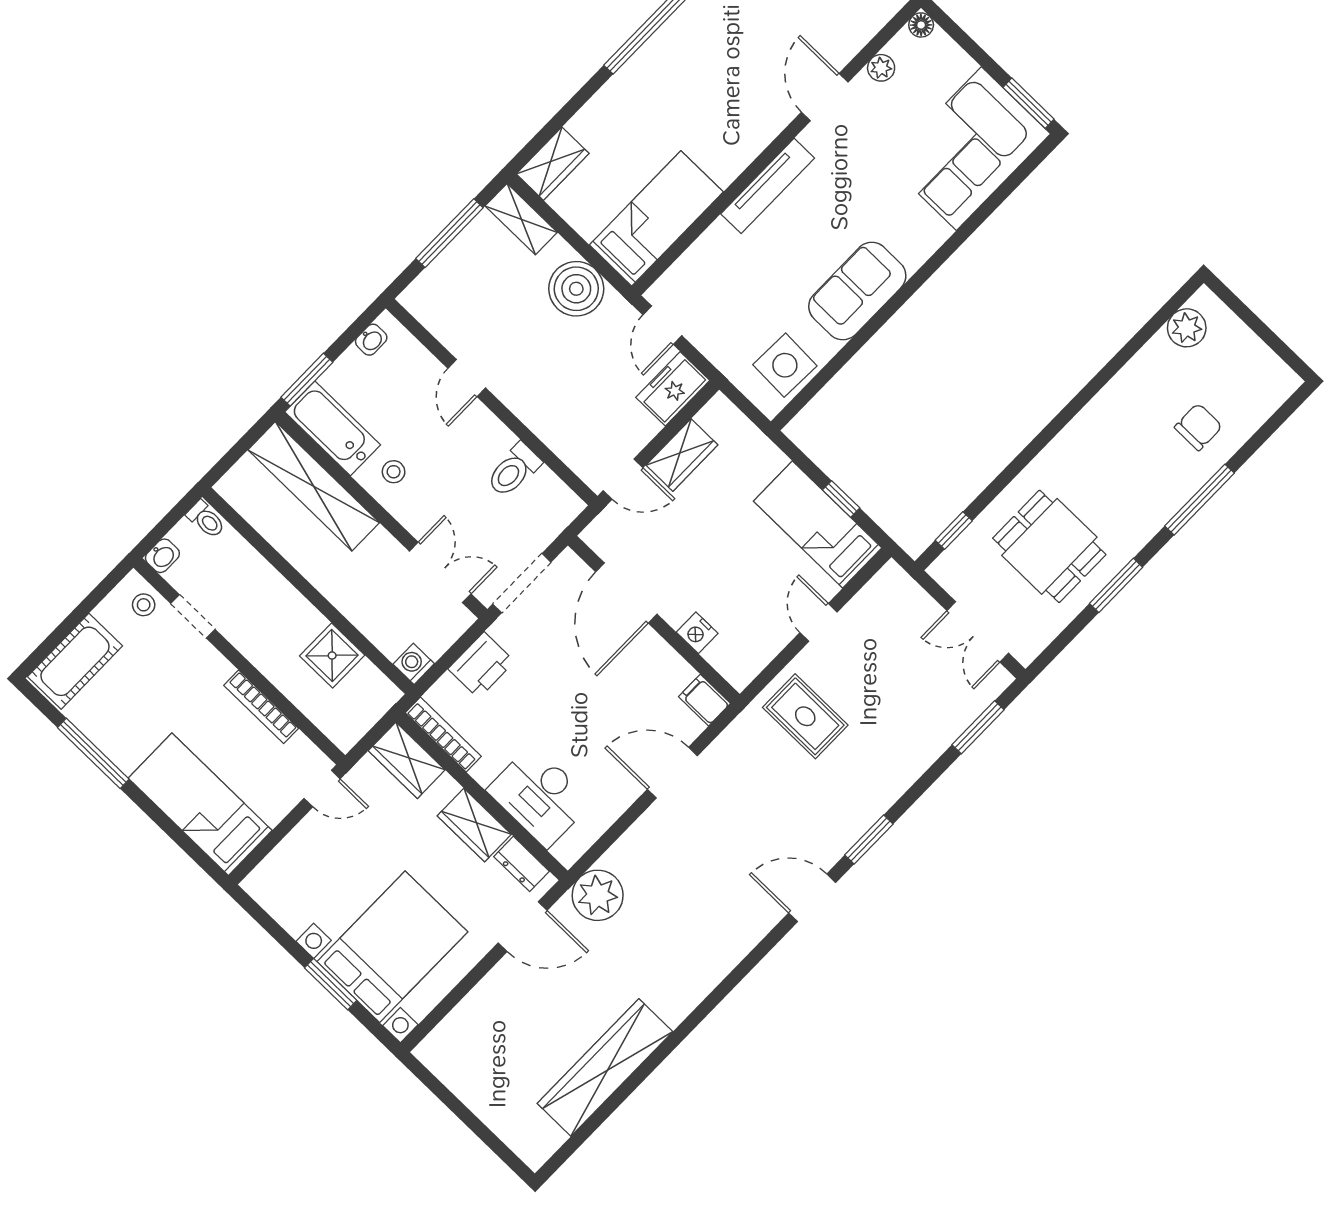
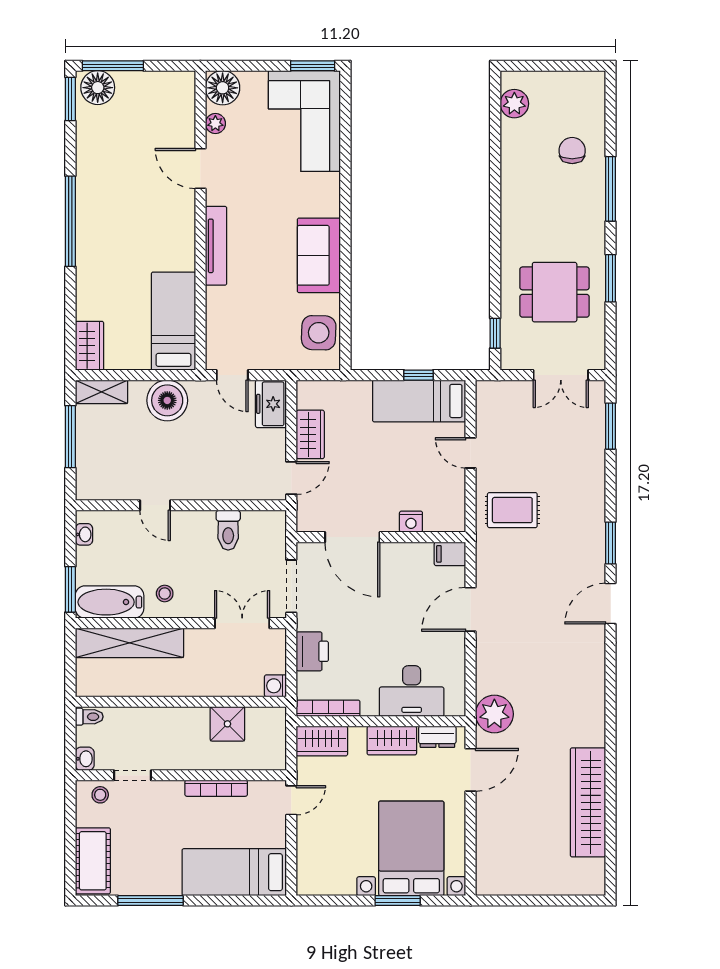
floor lamp: (921, 25) -> (223, 88), width x1.89, depth x1.89

